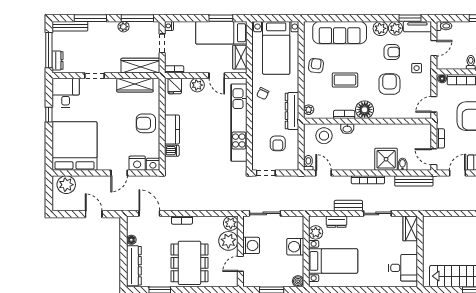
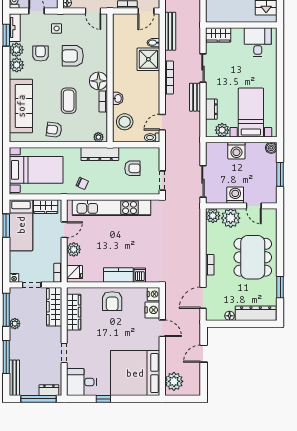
dining table: (189, 263) -> (253, 257), turned 90

